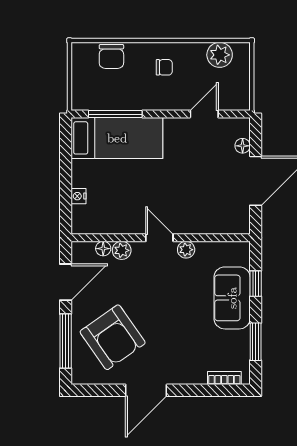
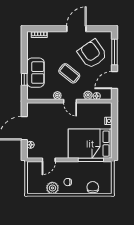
plant: (220, 55) -> (52, 188), moved
bed: (117, 138) -> (90, 144), width x1.50
coffee table: (161, 296) -> (69, 73), added
window: (256, 342) -> (24, 52), removed

